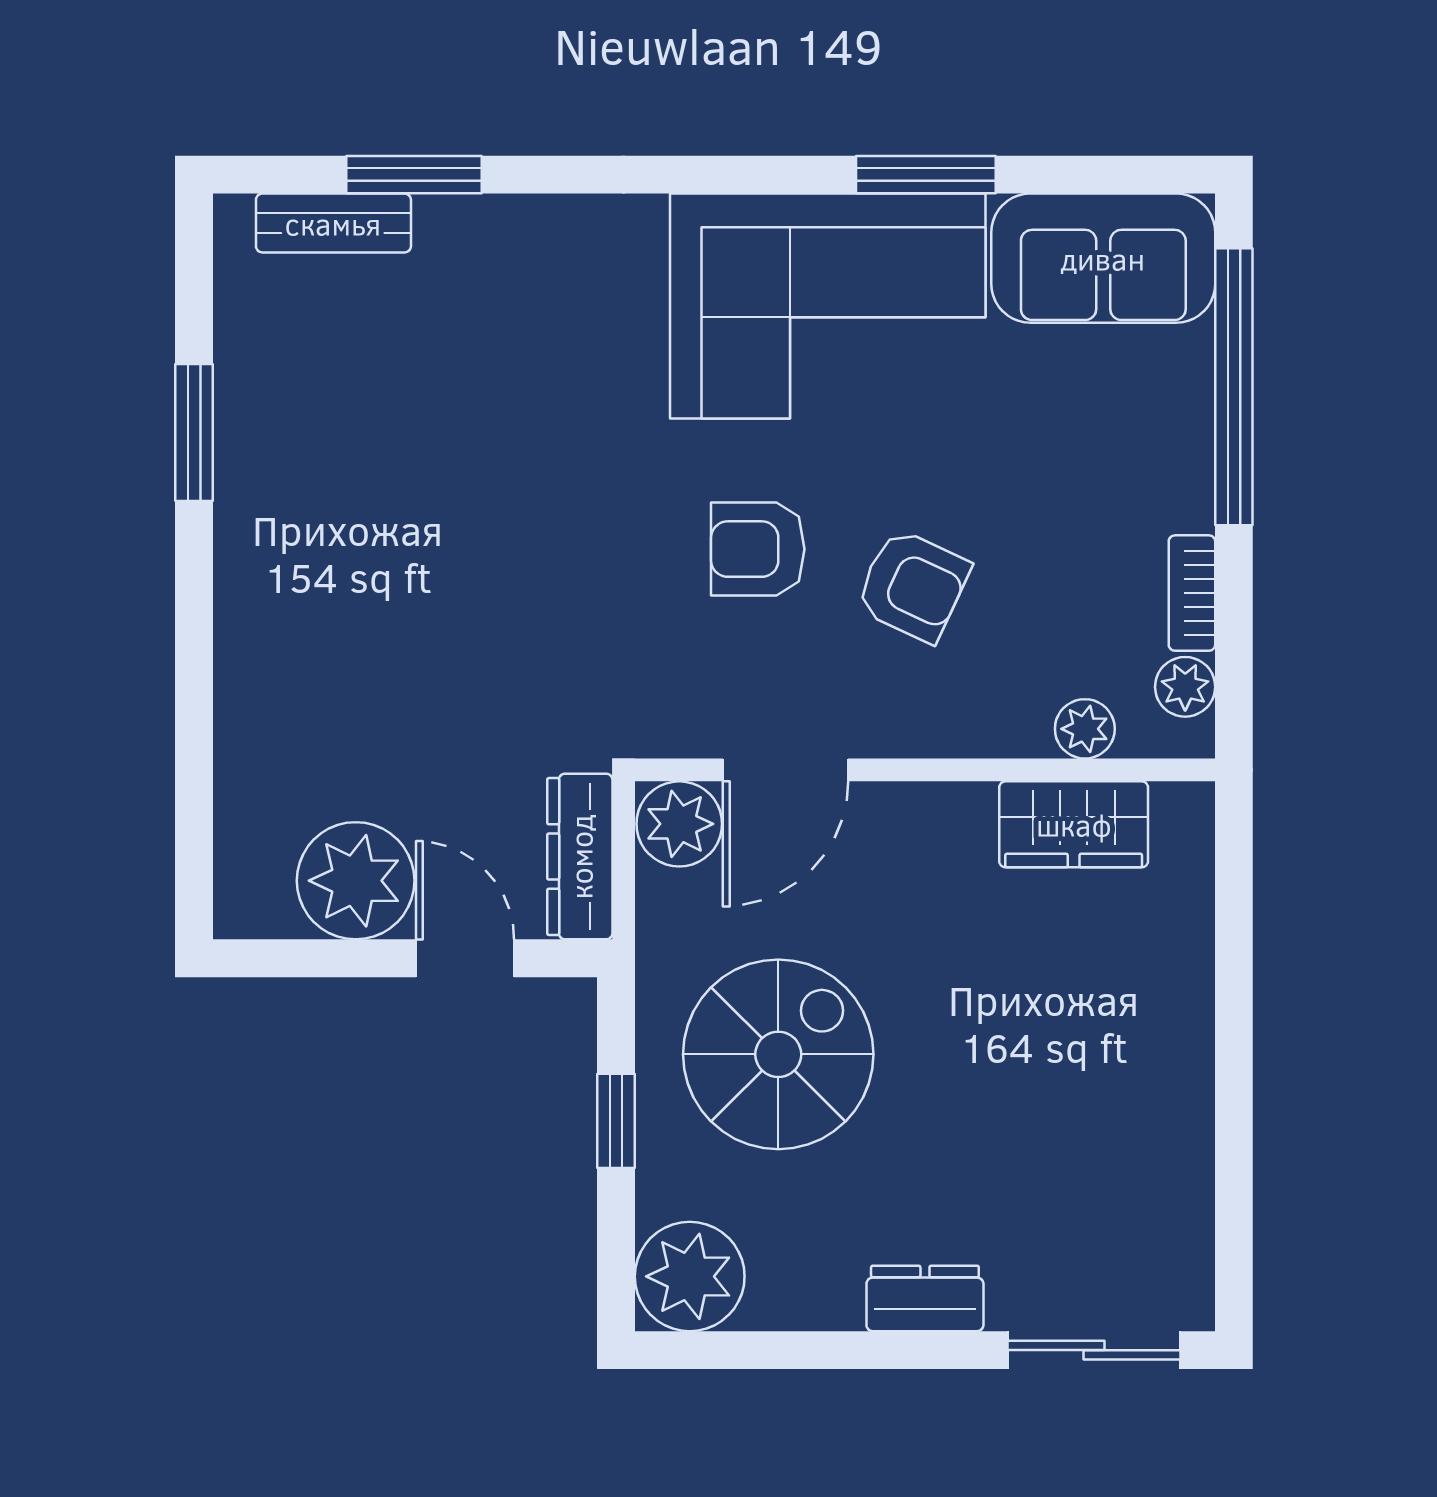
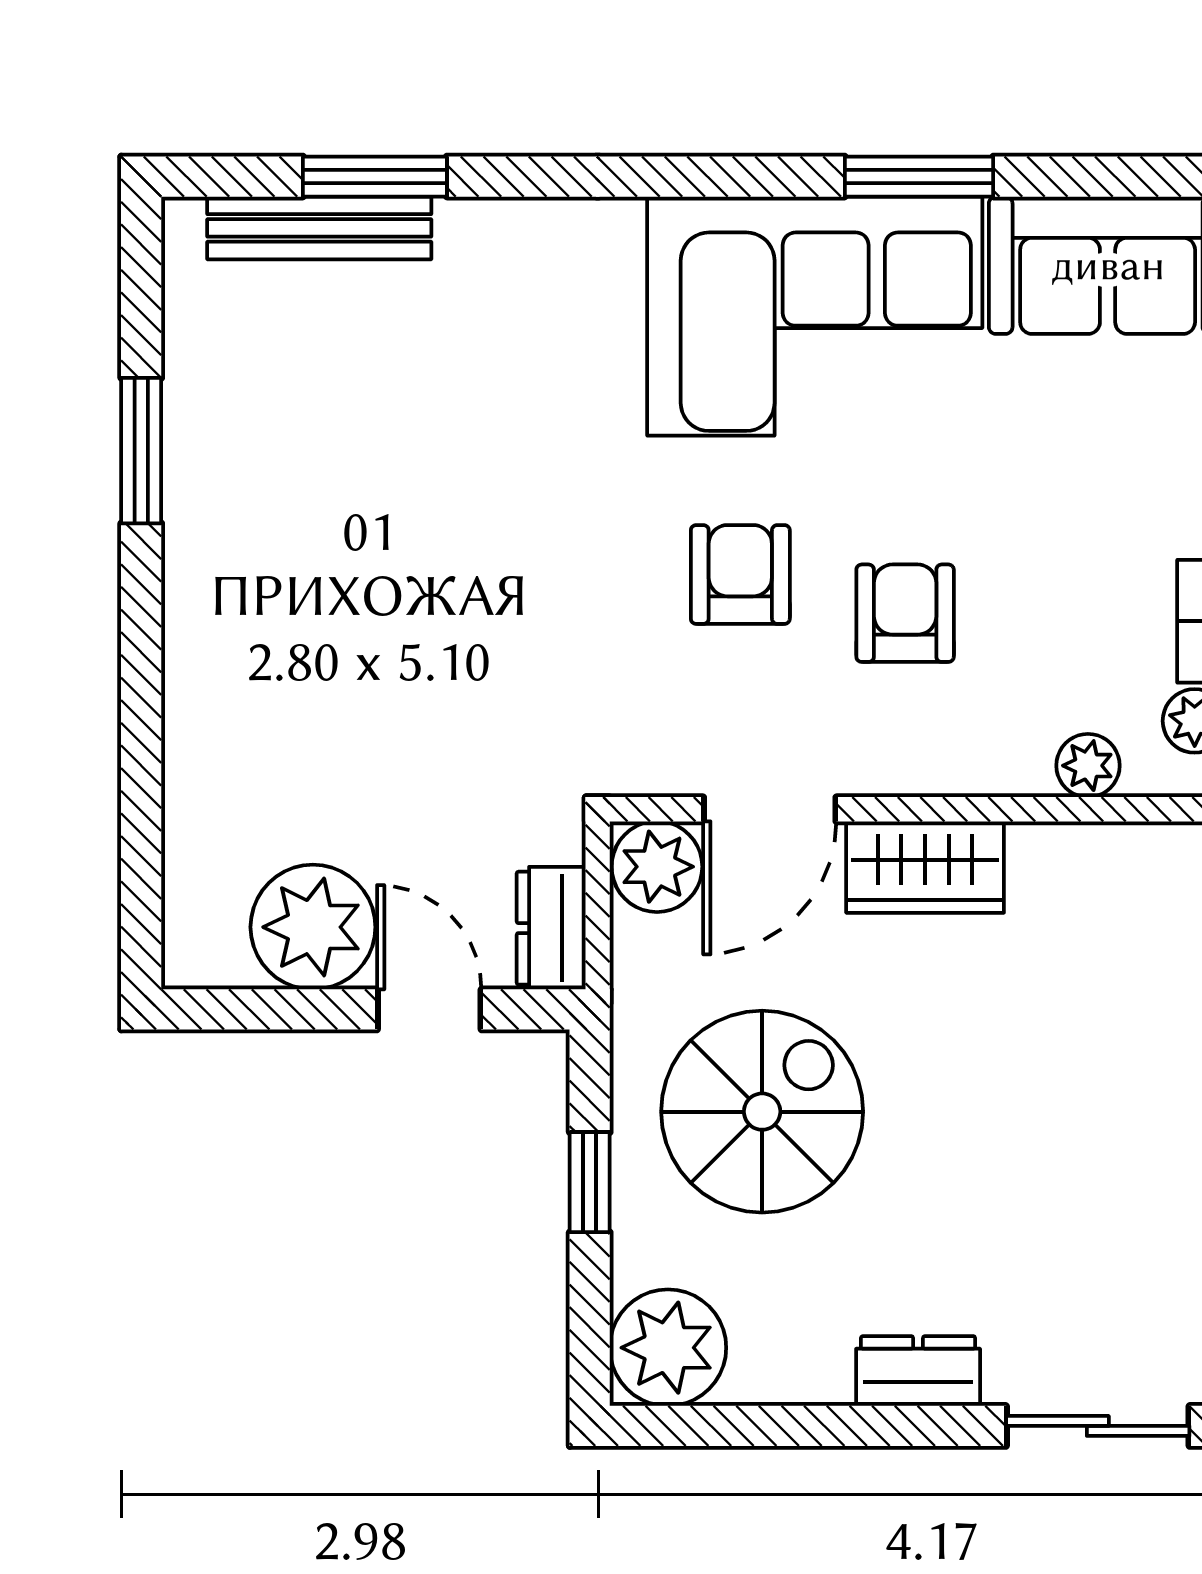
bench: (333, 223) -> (319, 228), width x1.36
armchair: (758, 549) -> (740, 574), turned 90
armchair: (913, 585) -> (905, 613), turned -115
wardrobe: (1074, 824) -> (925, 867), moved
dresser: (580, 857) -> (551, 928), width x0.70

